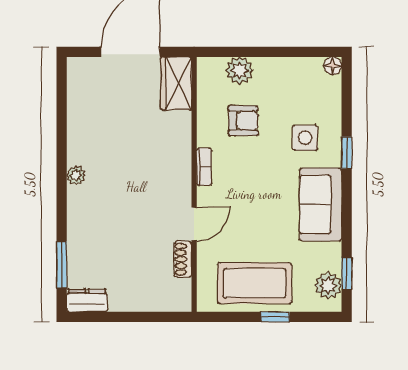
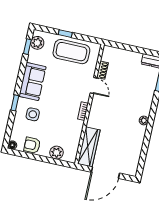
wardrobe: (176, 83) -> (89, 147), width x1.50
armchair: (243, 121) -> (32, 145), moved
door: (194, 224) -> (94, 85), swing flipped

